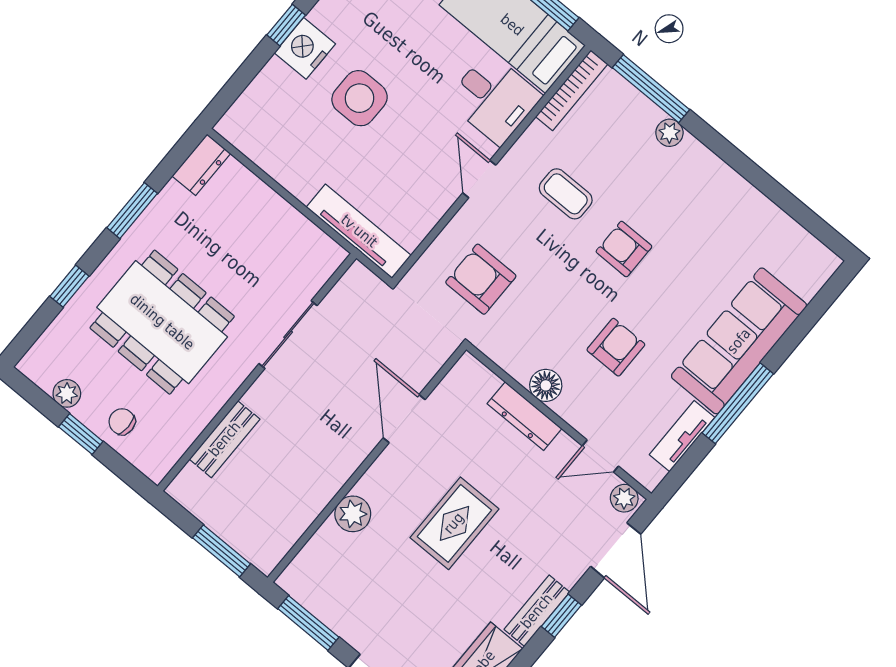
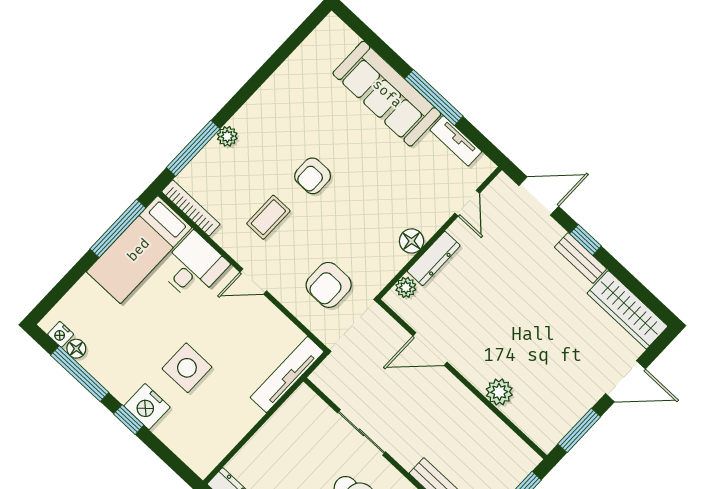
armchair: (616, 347) -> (386, 186), removed
plant: (624, 498) -> (406, 287), moved
rug: (454, 523) -> (511, 316), removed

